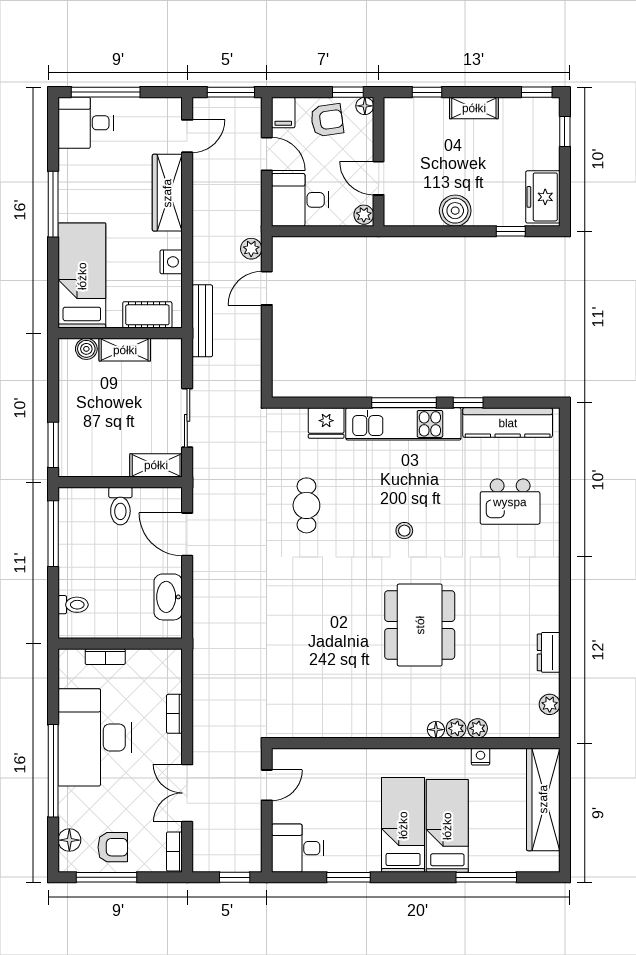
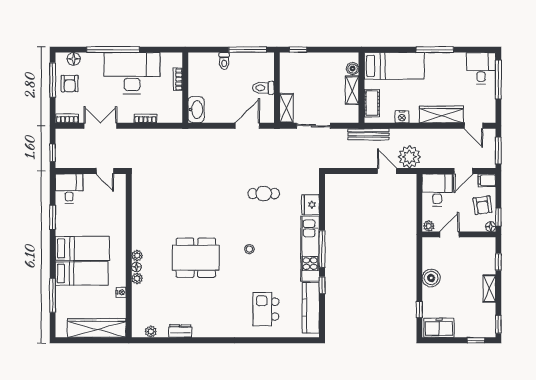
plant: (251, 249) -> (409, 157), width x1.88, depth x1.88
window: (53, 445) -> (298, 50), width x0.67
washbasin: (168, 597) -> (196, 110), moved, turned 90
toilet: (73, 605) -> (224, 61), moved
plant: (478, 728) -> (137, 256), moved

